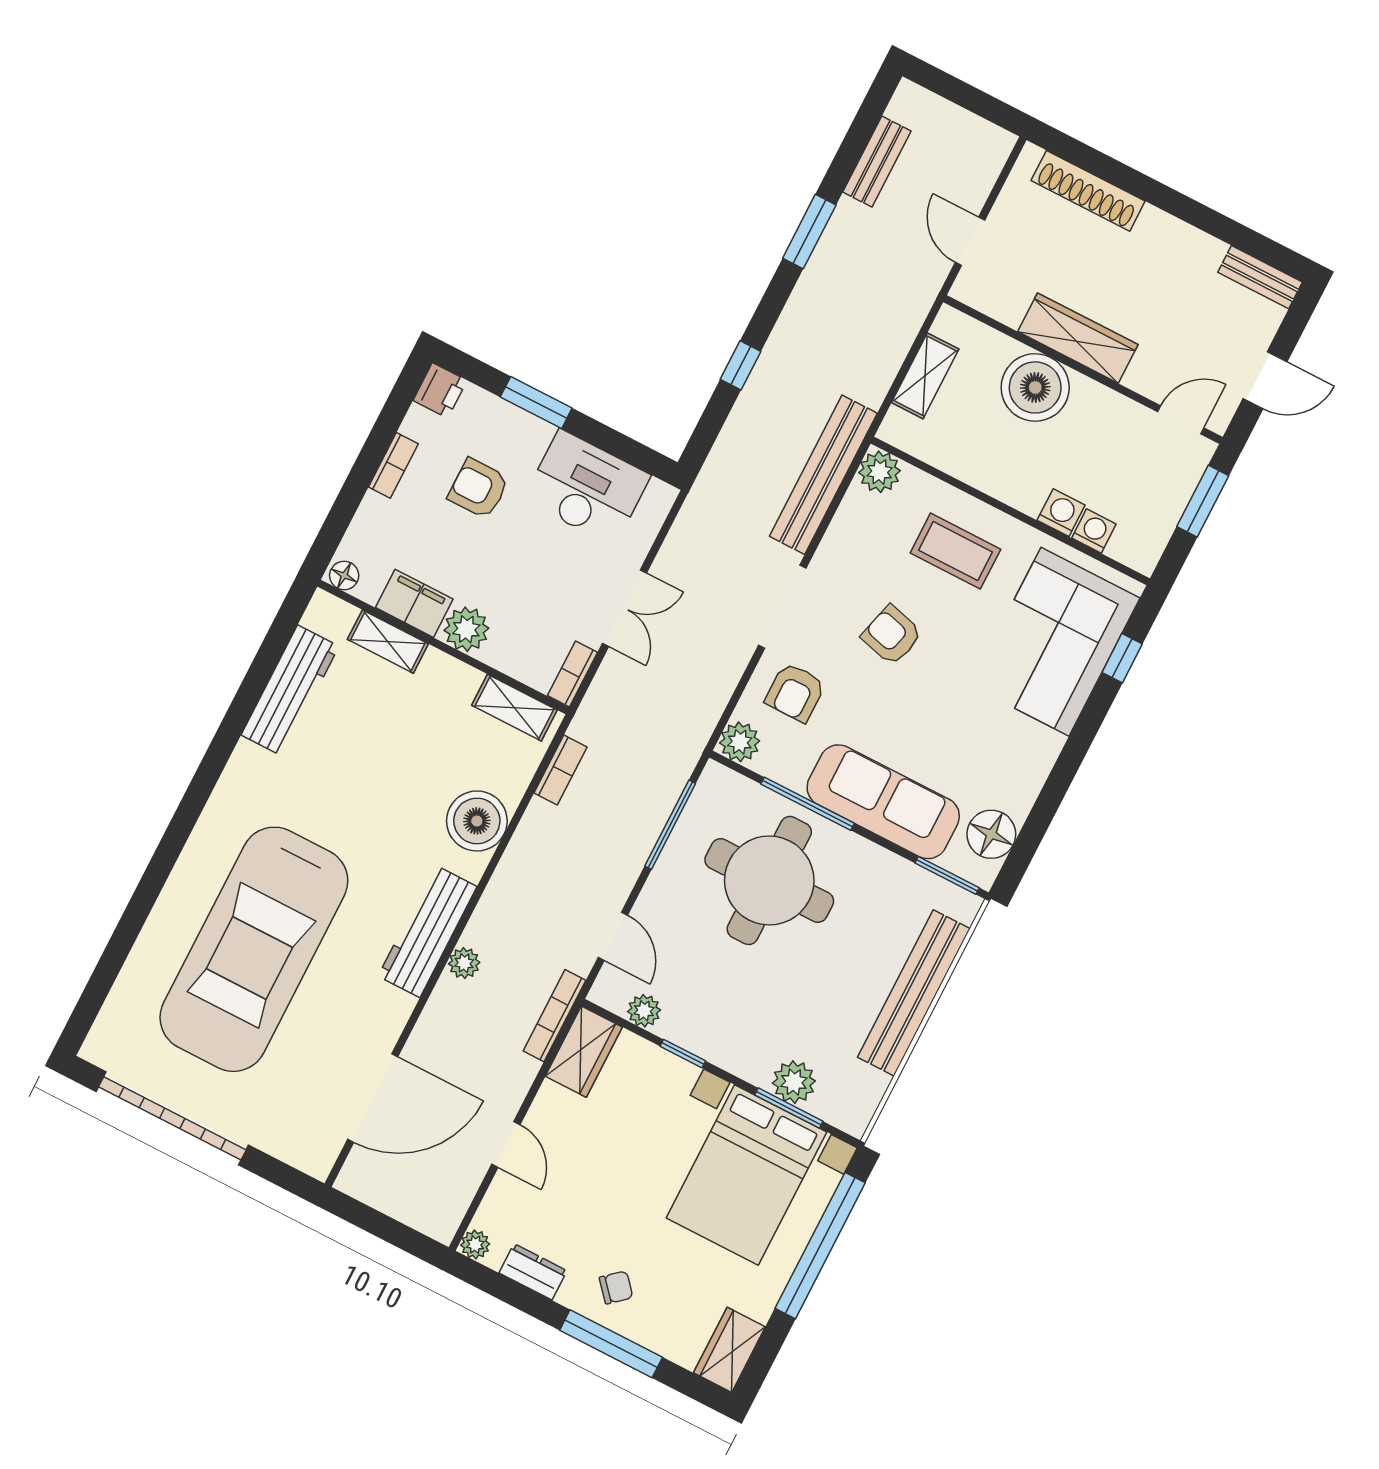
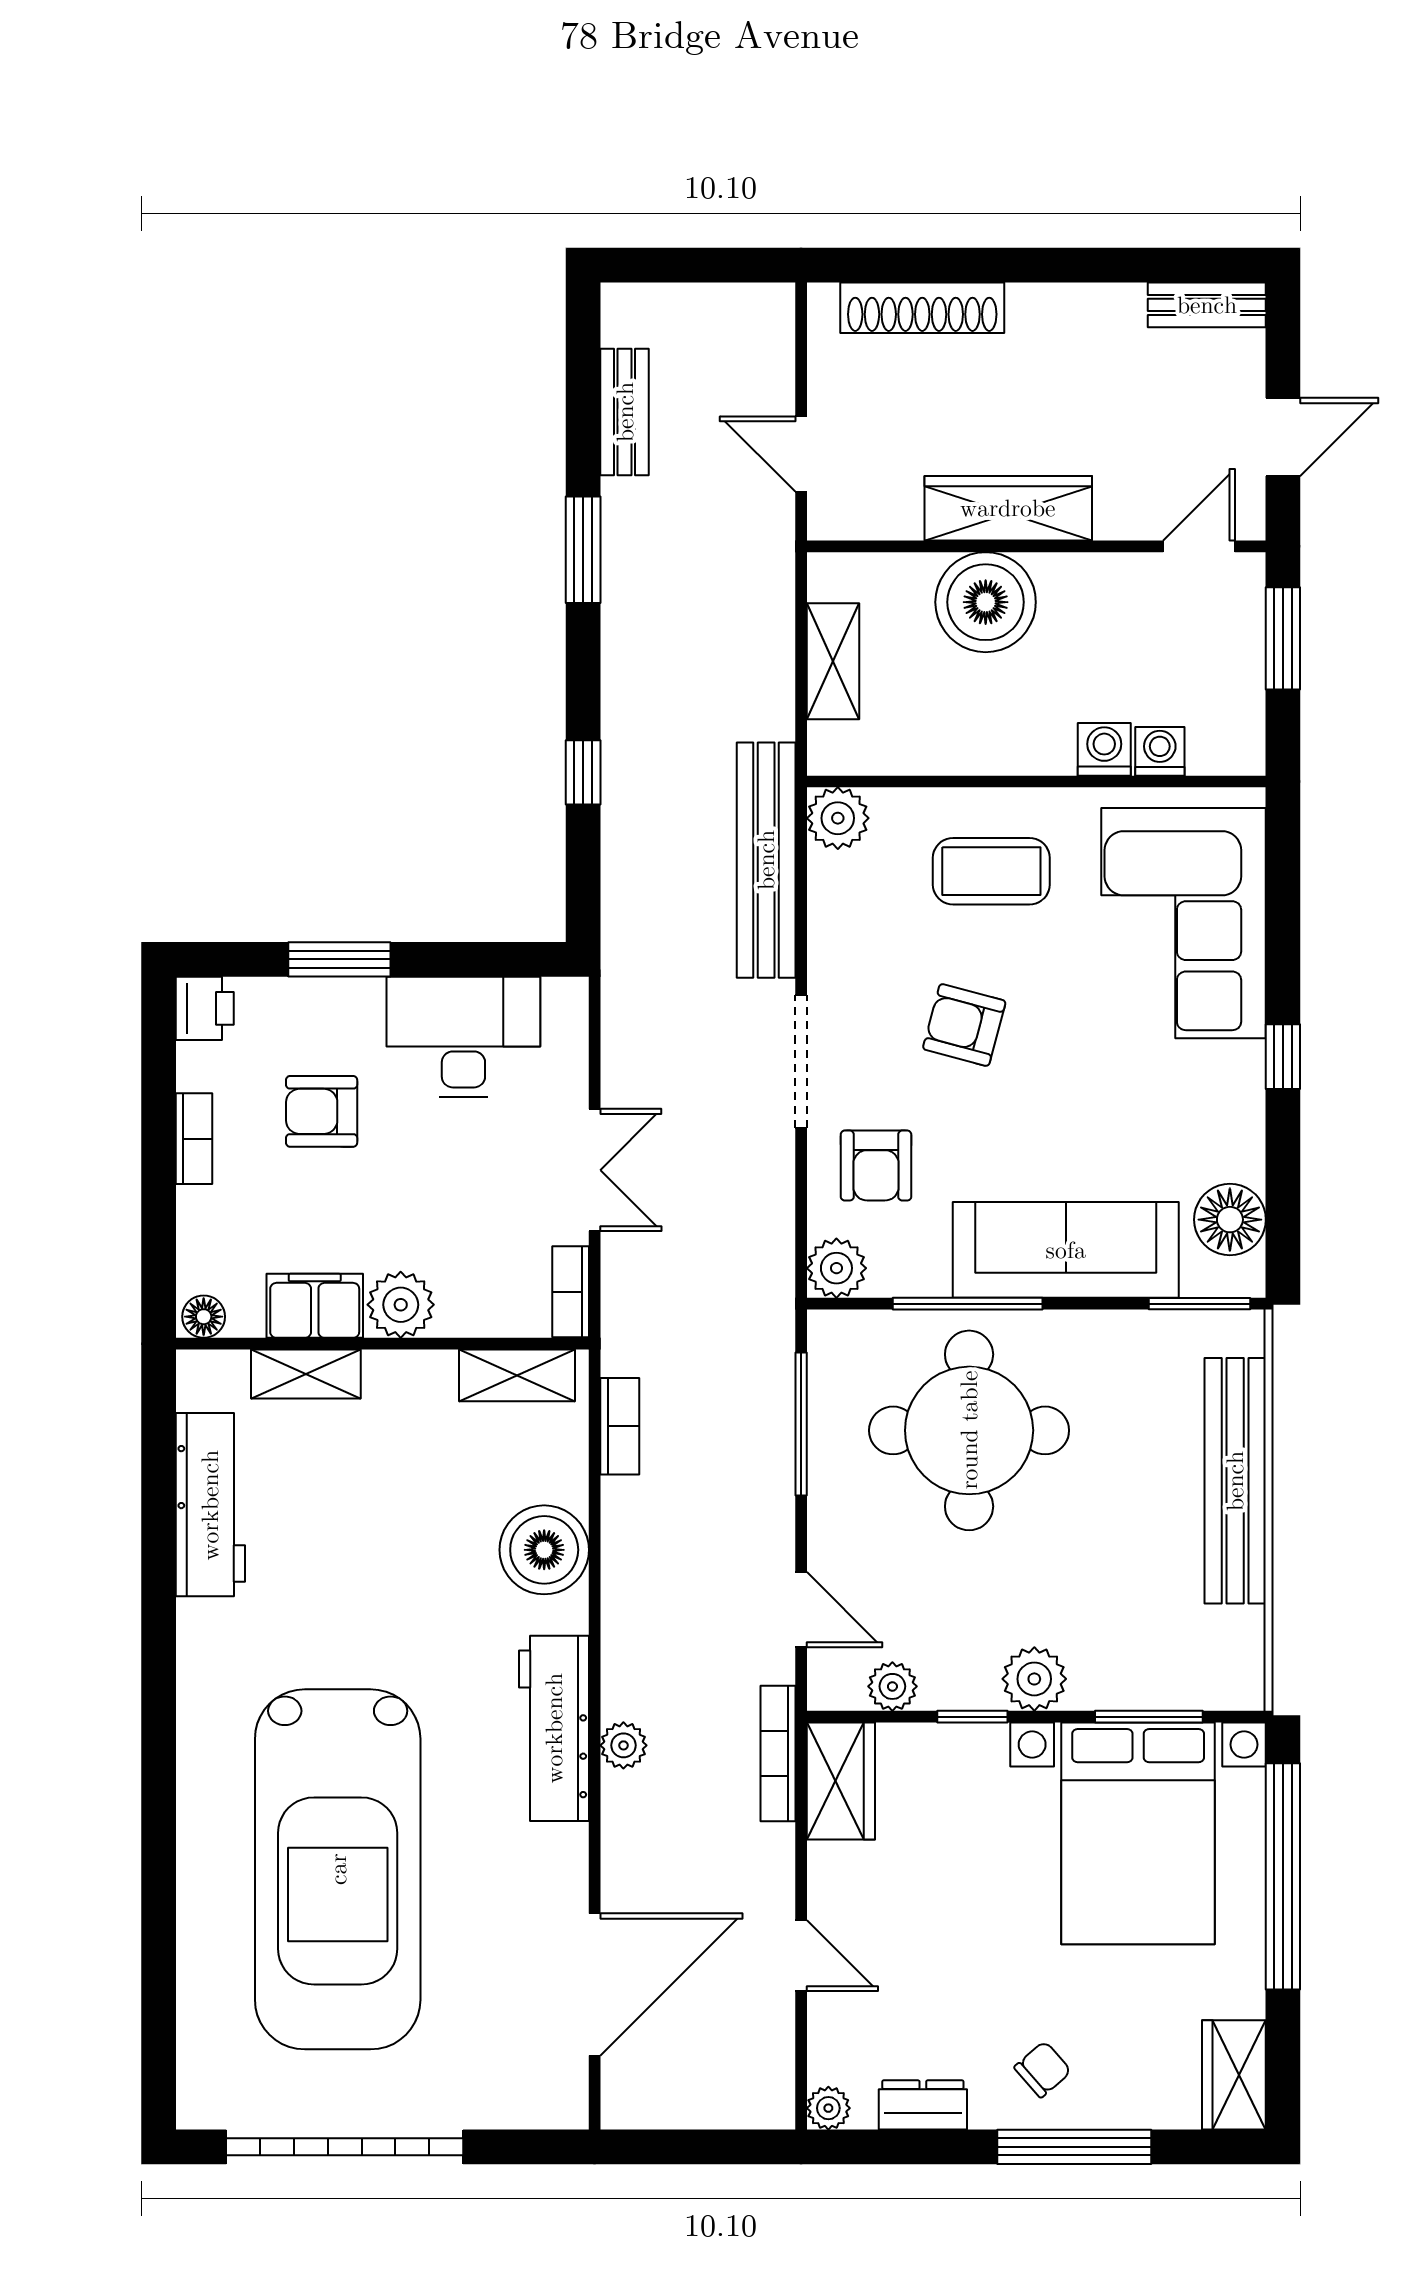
window: (1122, 658) -> (1283, 1057), moved
plant: (794, 1082) -> (1034, 1679), moved

